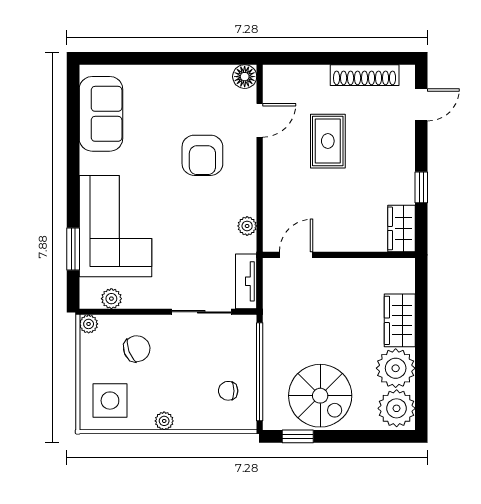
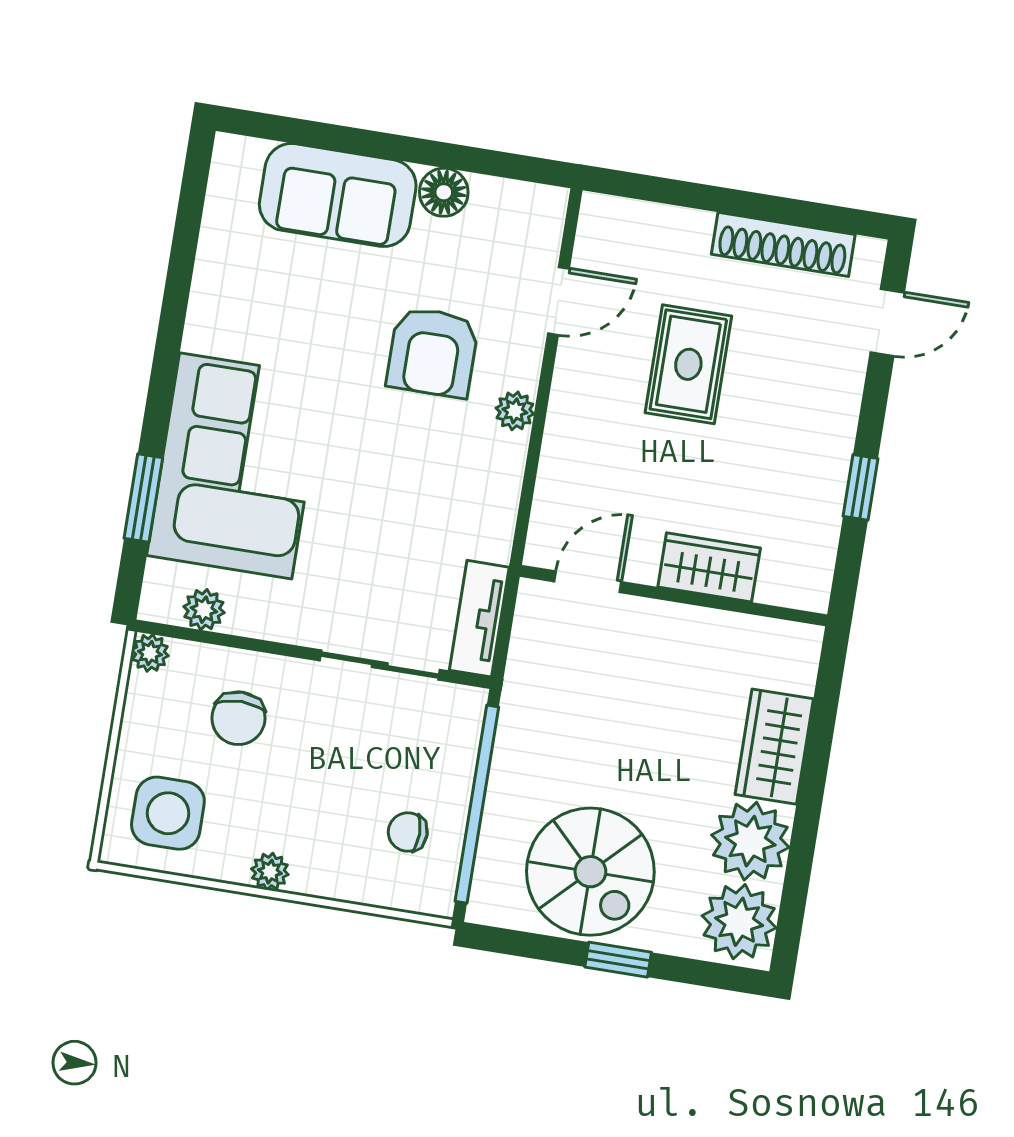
floor lamp: (245, 77) -> (444, 192), moved
sofa: (101, 114) -> (338, 195), moved, turned 90
plant: (247, 226) -> (515, 411), moved
wardrobe: (402, 228) -> (709, 567), moved, turned 90
chair: (137, 349) -> (238, 718), turned 111
window: (298, 436) -> (618, 960), moved

